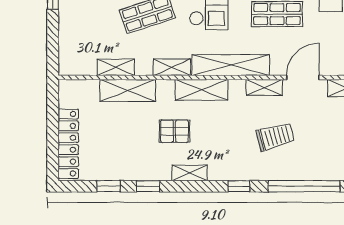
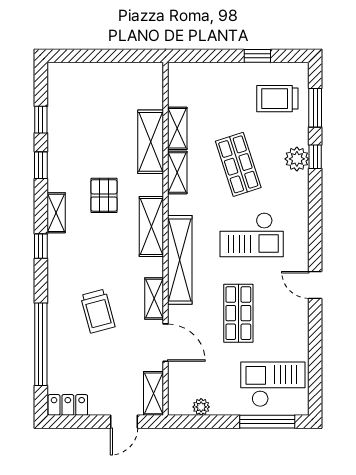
shelving: (172, 67) -> (177, 173), moved
locker: (68, 144) -> (90, 74), removed
window: (239, 186) -> (41, 246), moved

